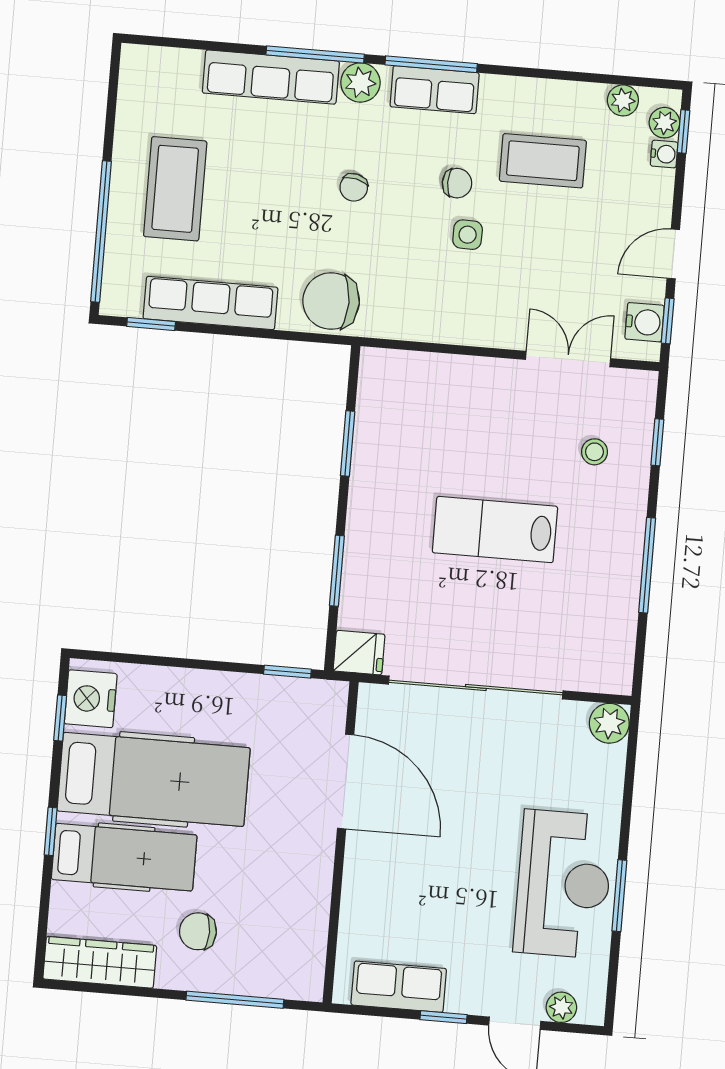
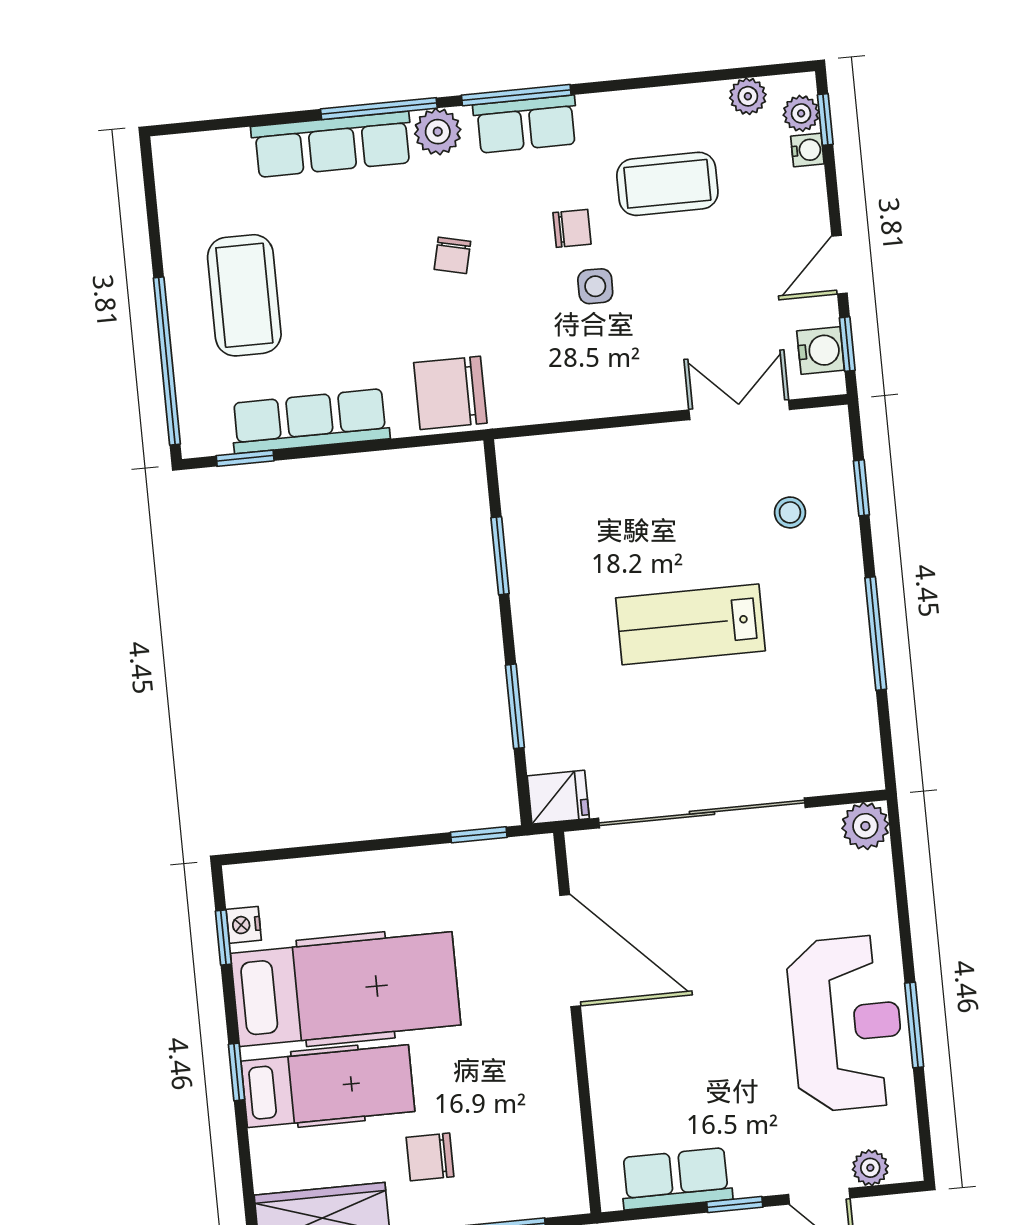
nightstand: (91, 699) -> (244, 925), width x0.53, depth x0.56

